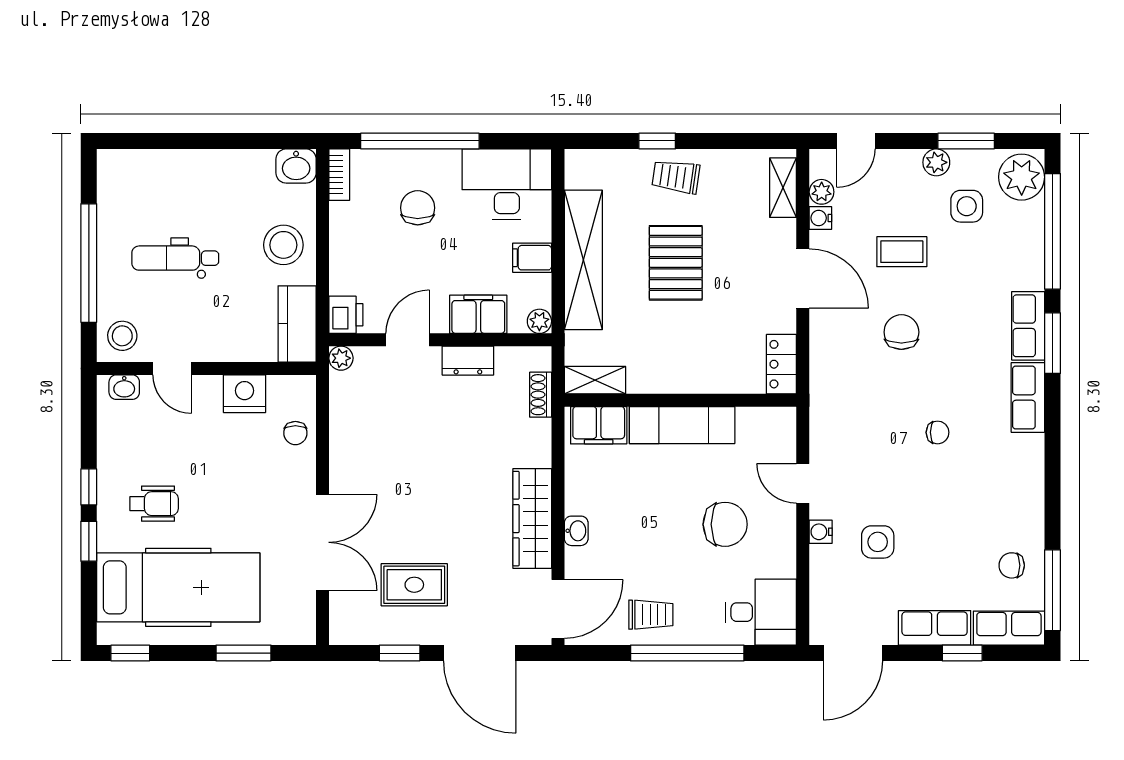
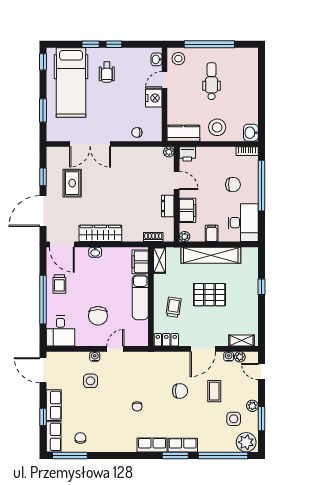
trolley: (676, 177) -> (174, 307), moved
nightstand: (244, 394) -> (154, 98), moved

